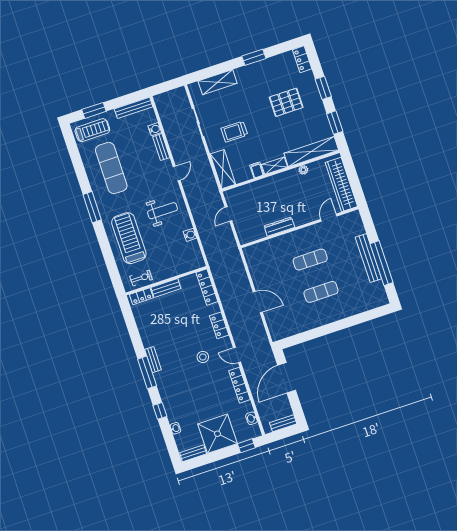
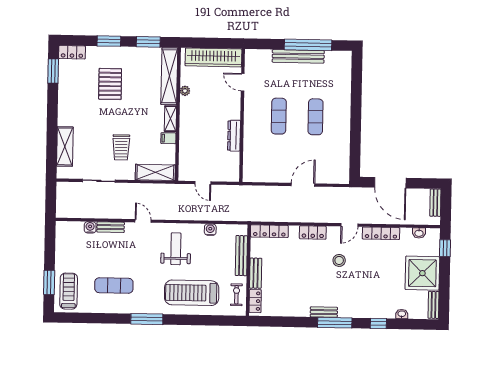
window: (254, 57) -> (53, 71), moved
bench: (134, 108) -> (241, 256), moved
exercise mat: (111, 168) -> (114, 285), width x0.73, depth x0.69

